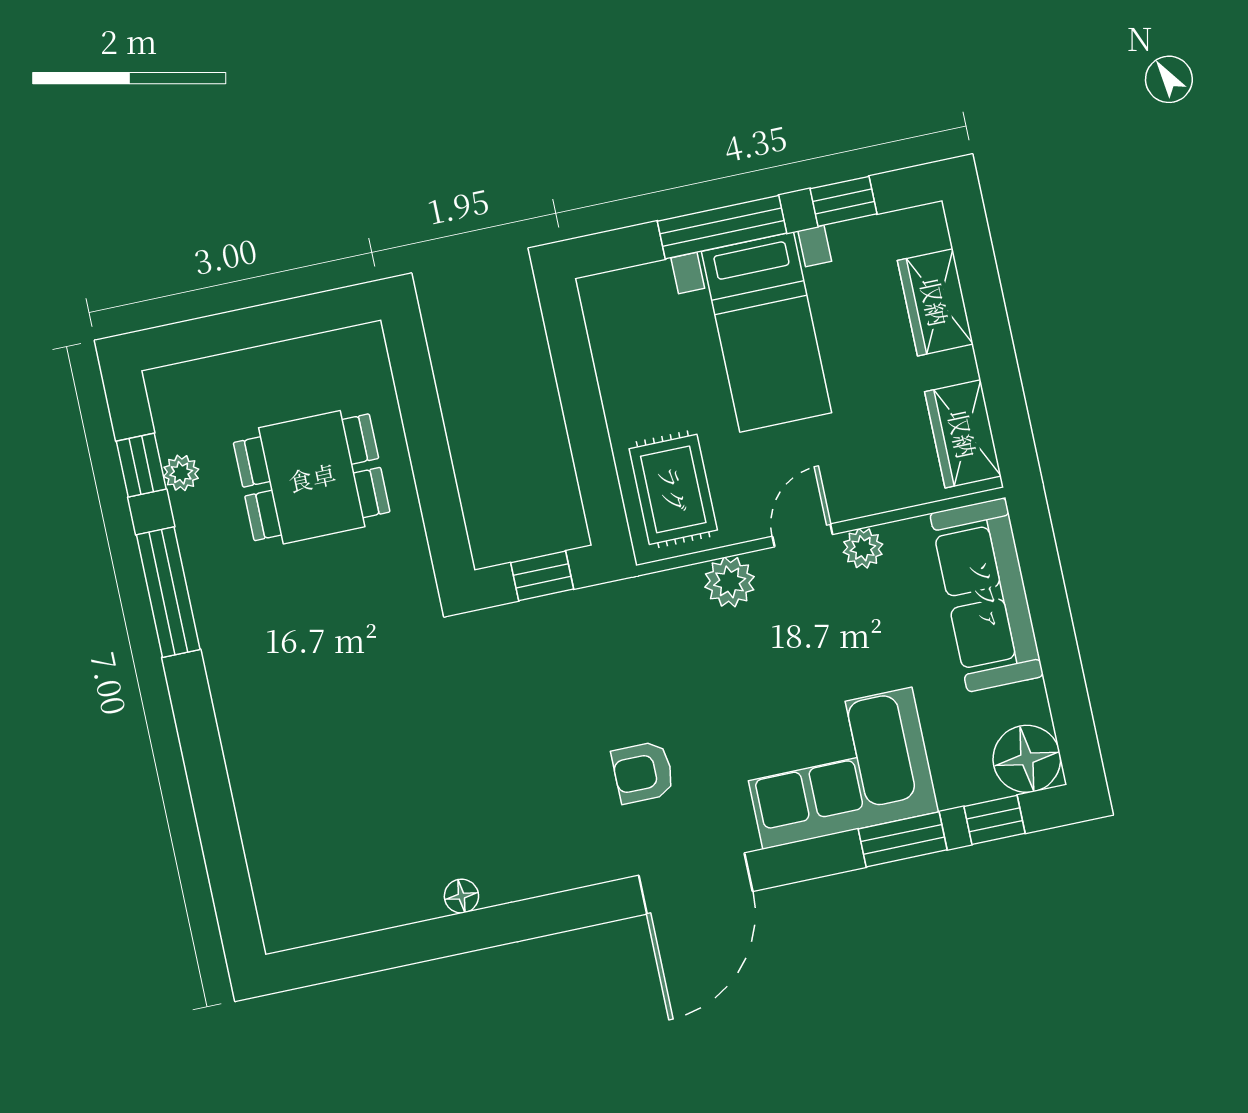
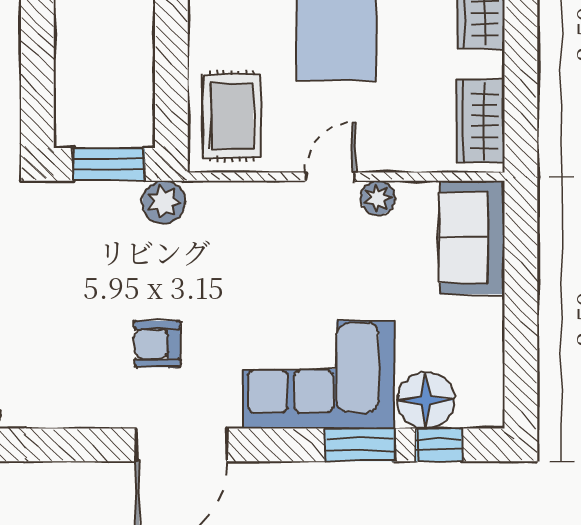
window: (542, 576) -> (109, 164), width x1.50
plant: (730, 582) -> (164, 202), moved
sofa: (987, 595) -> (472, 237), width x0.73
floor lamp: (1027, 759) -> (426, 400), moved

